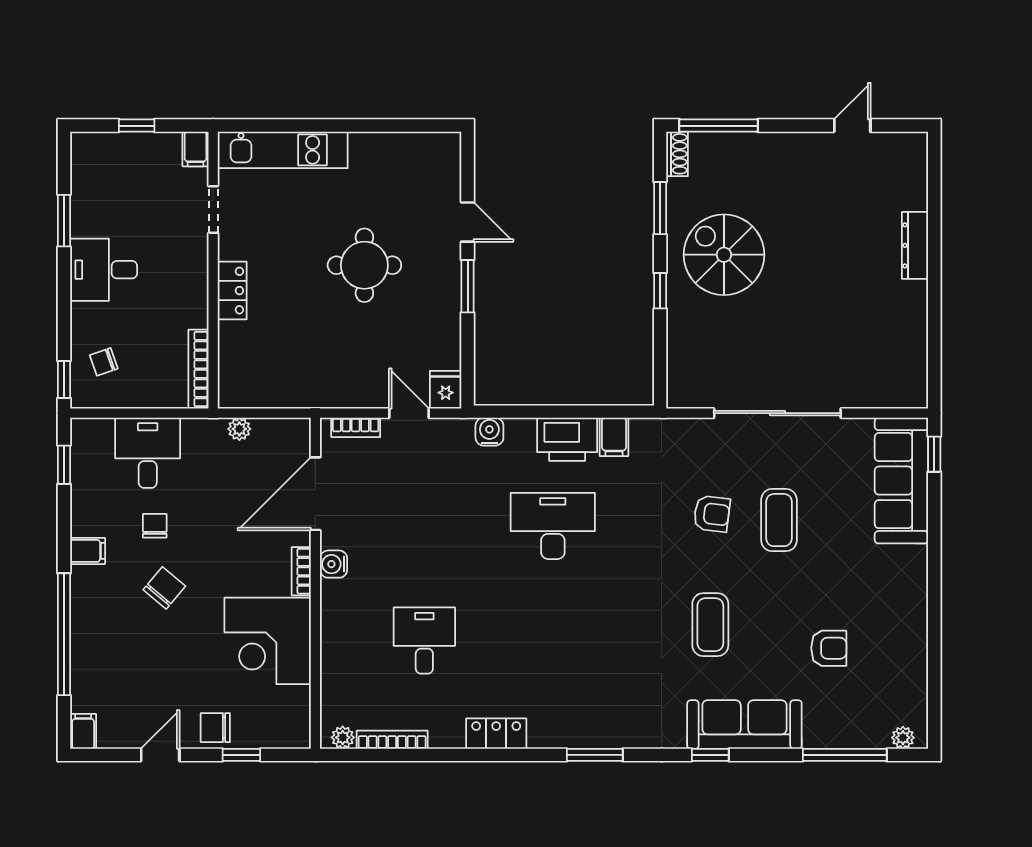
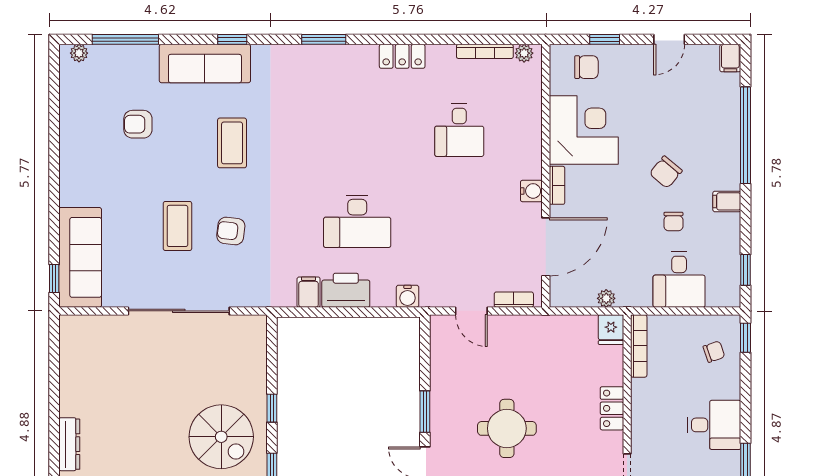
fridge: (446, 390) -> (611, 330), moved
chair: (215, 728) -> (586, 67), moved

